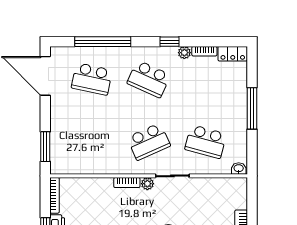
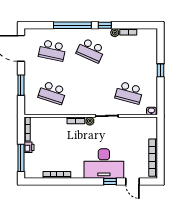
window: (103, 42) -> (72, 25), moved
locker: (233, 54) -> (147, 33), removed
window: (252, 108) -> (160, 70), width x0.46
school desk: (149, 142) -> (52, 93), moved, turned 42
window: (45, 147) -> (21, 85), moved

